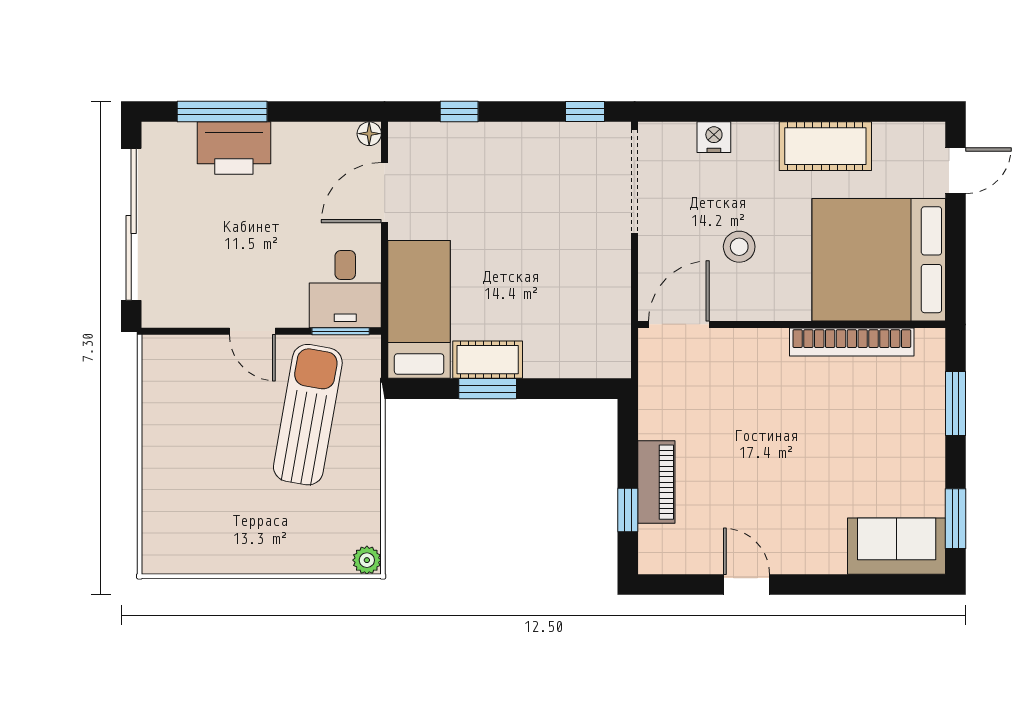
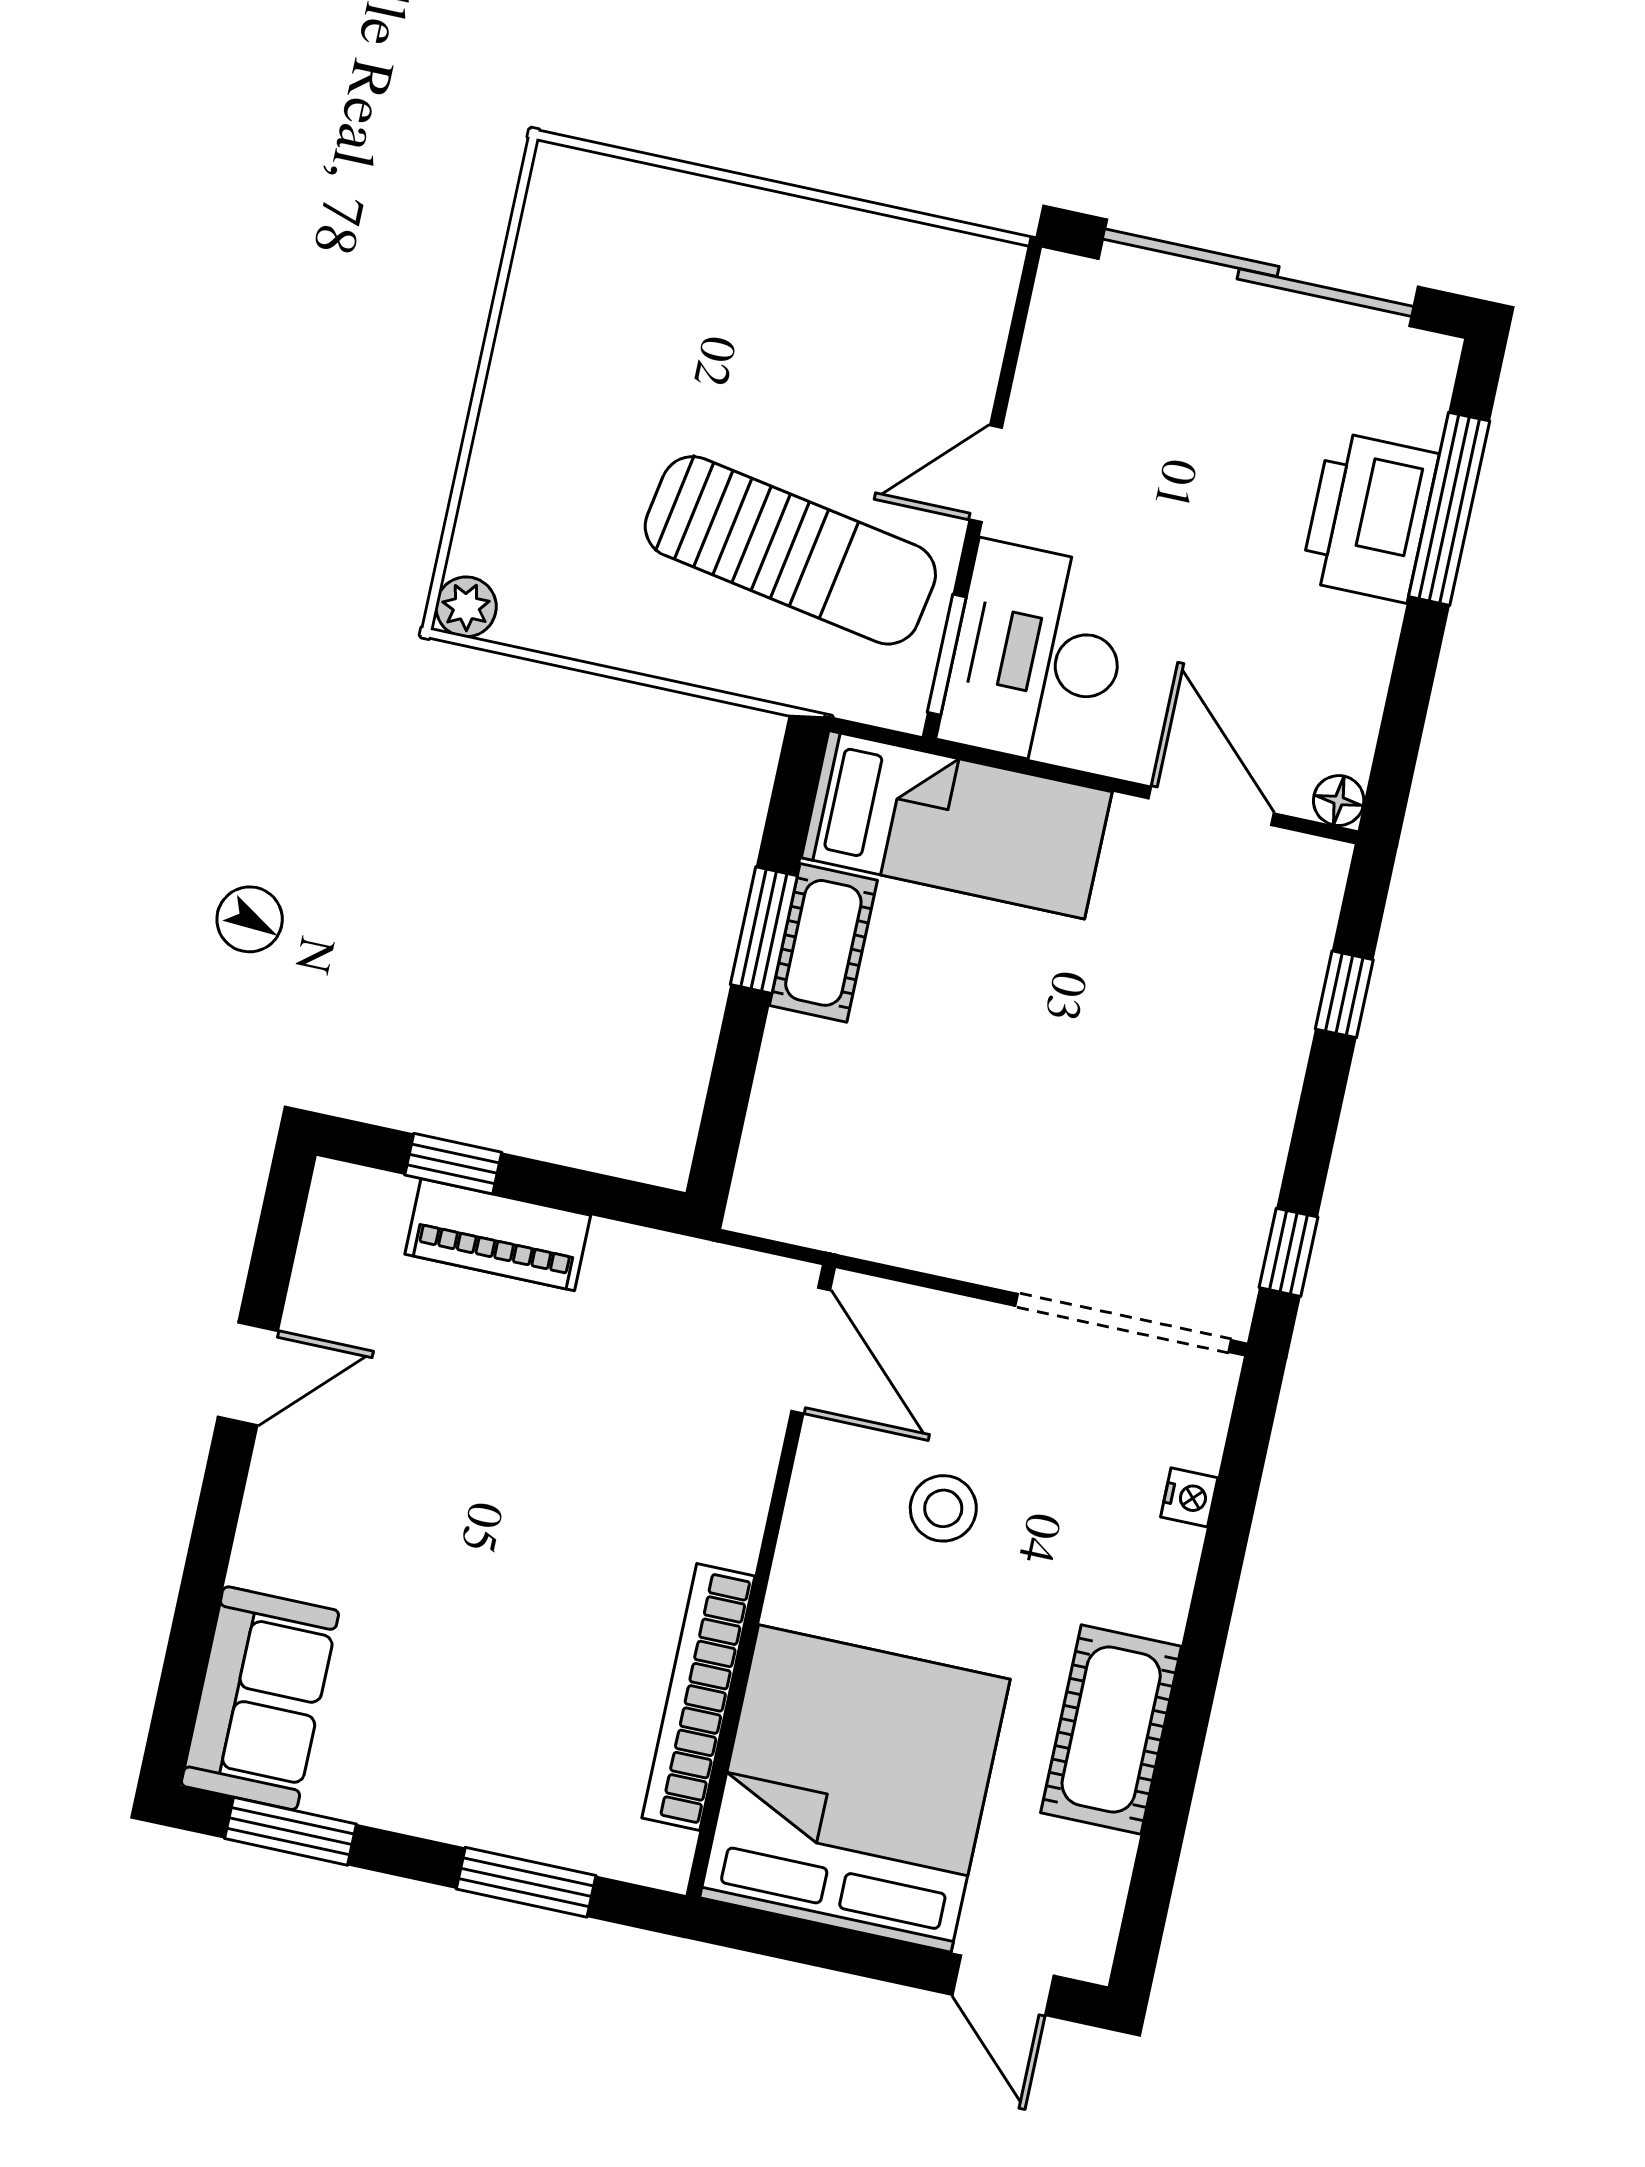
nightstand: (714, 137) -> (1189, 1497), width x0.72, depth x0.74
desk: (345, 289) -> (1037, 655), width x1.37

